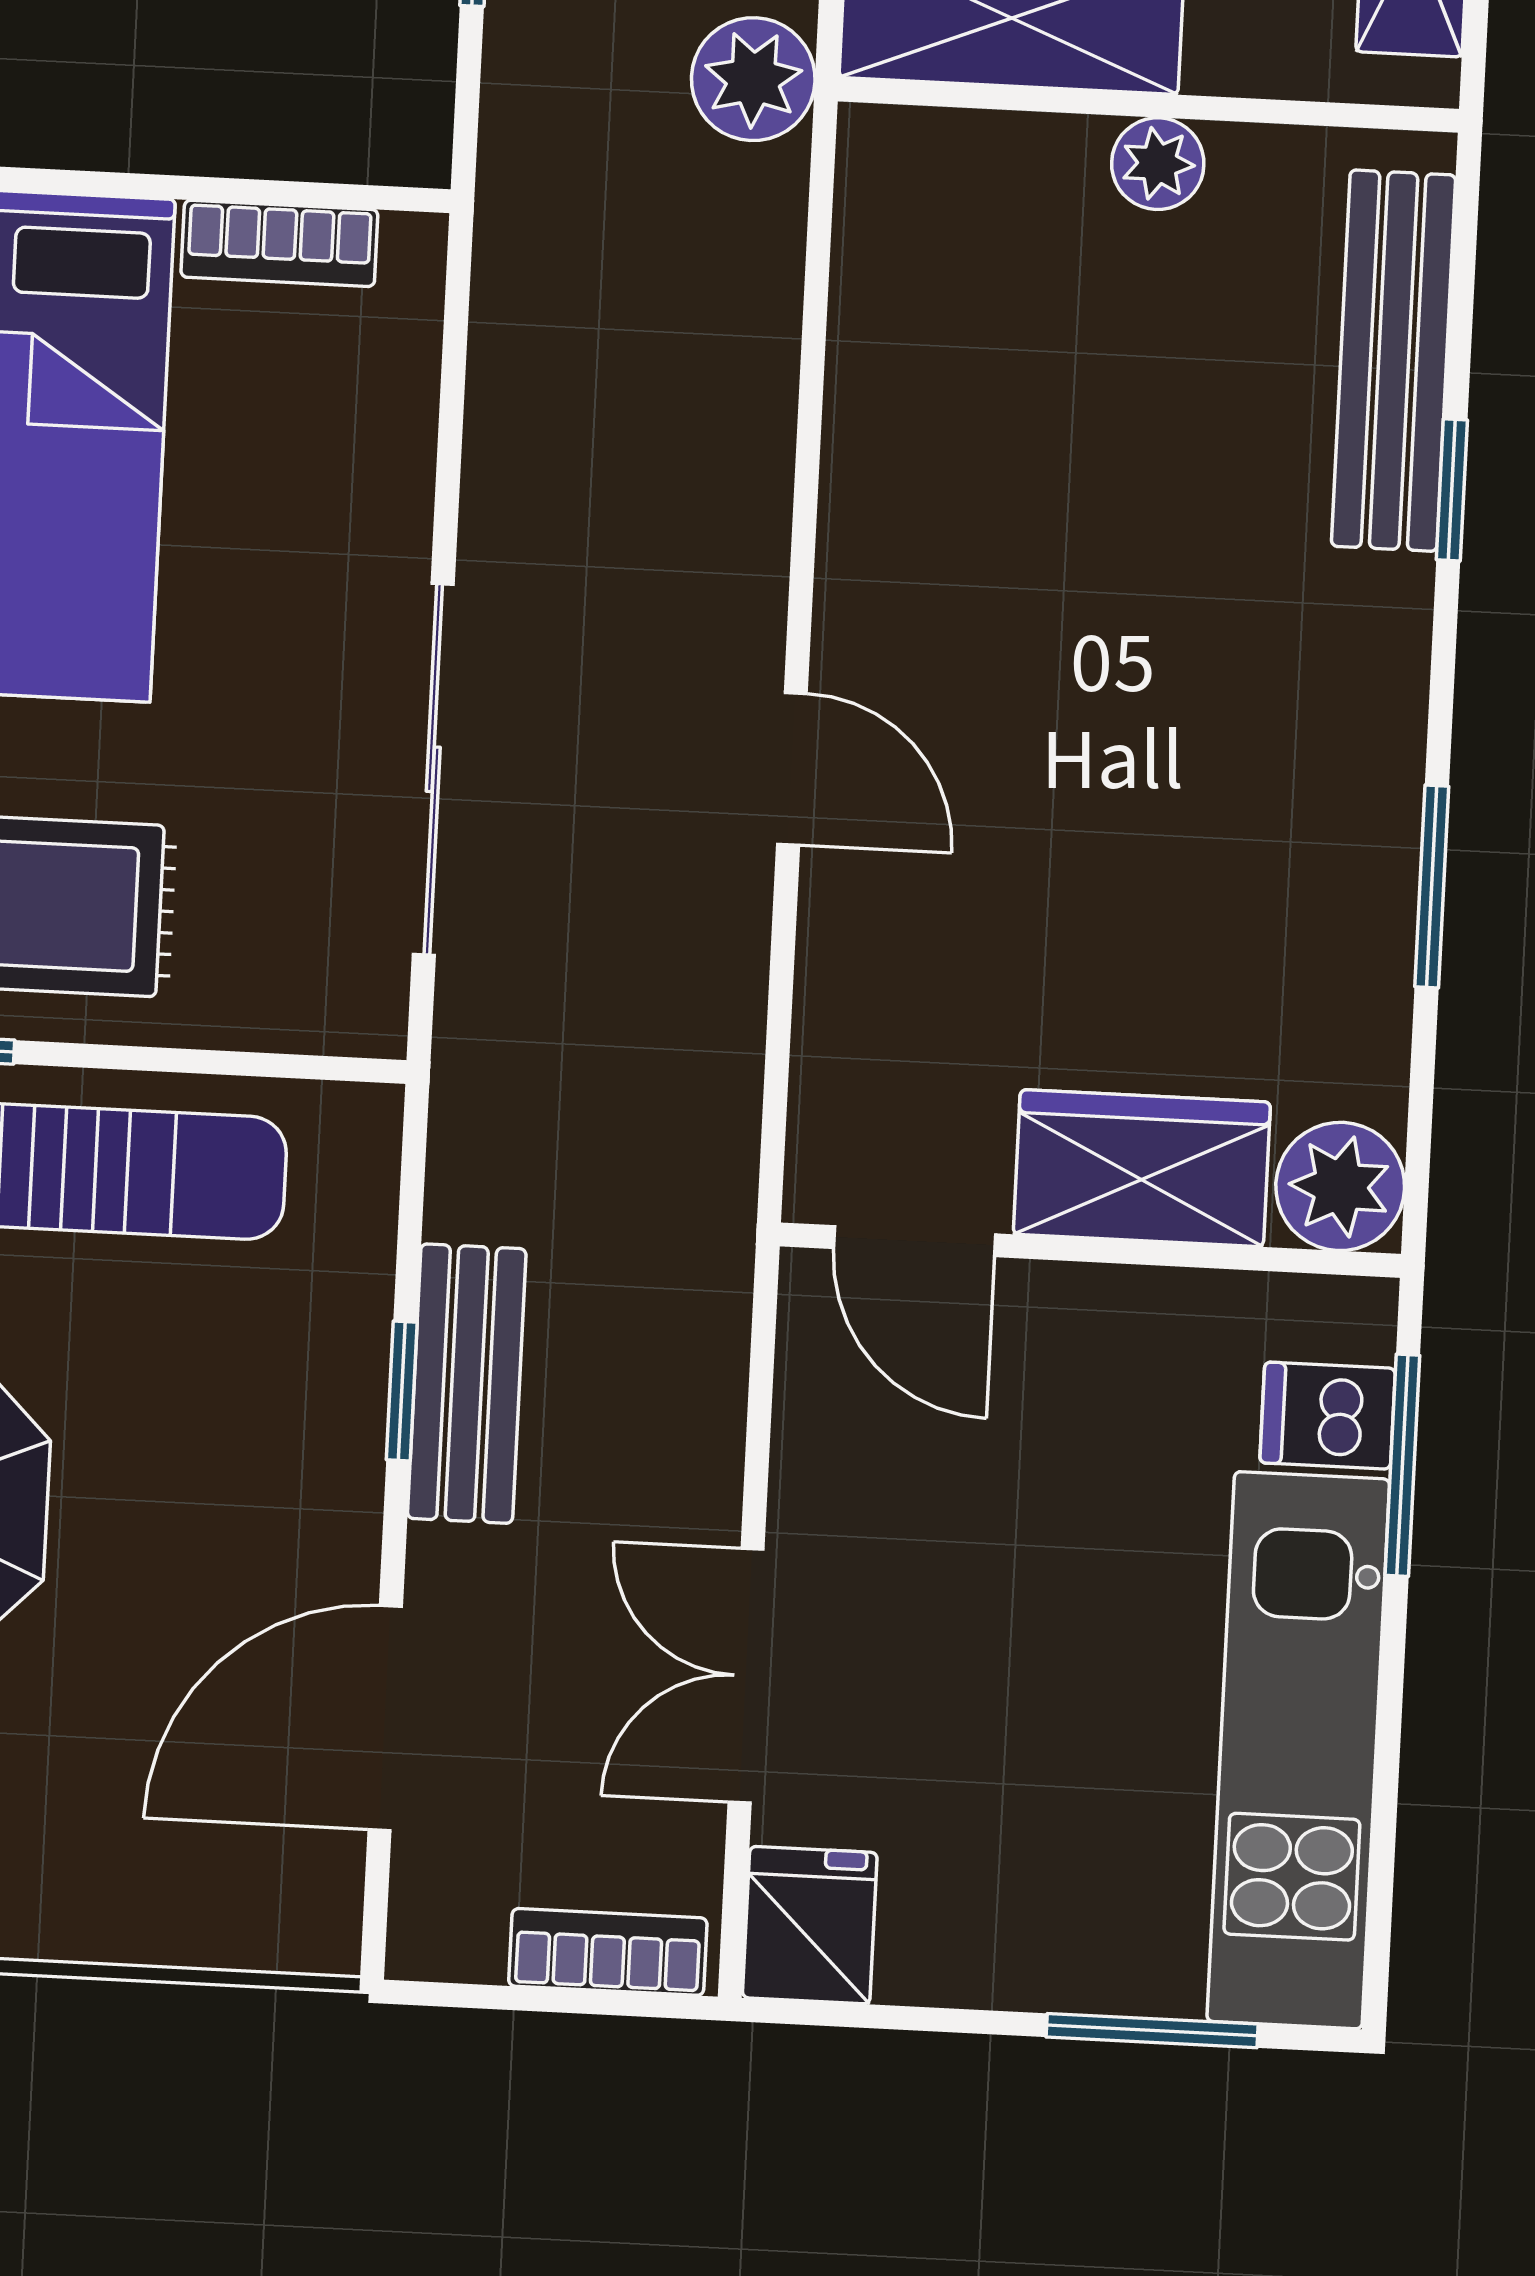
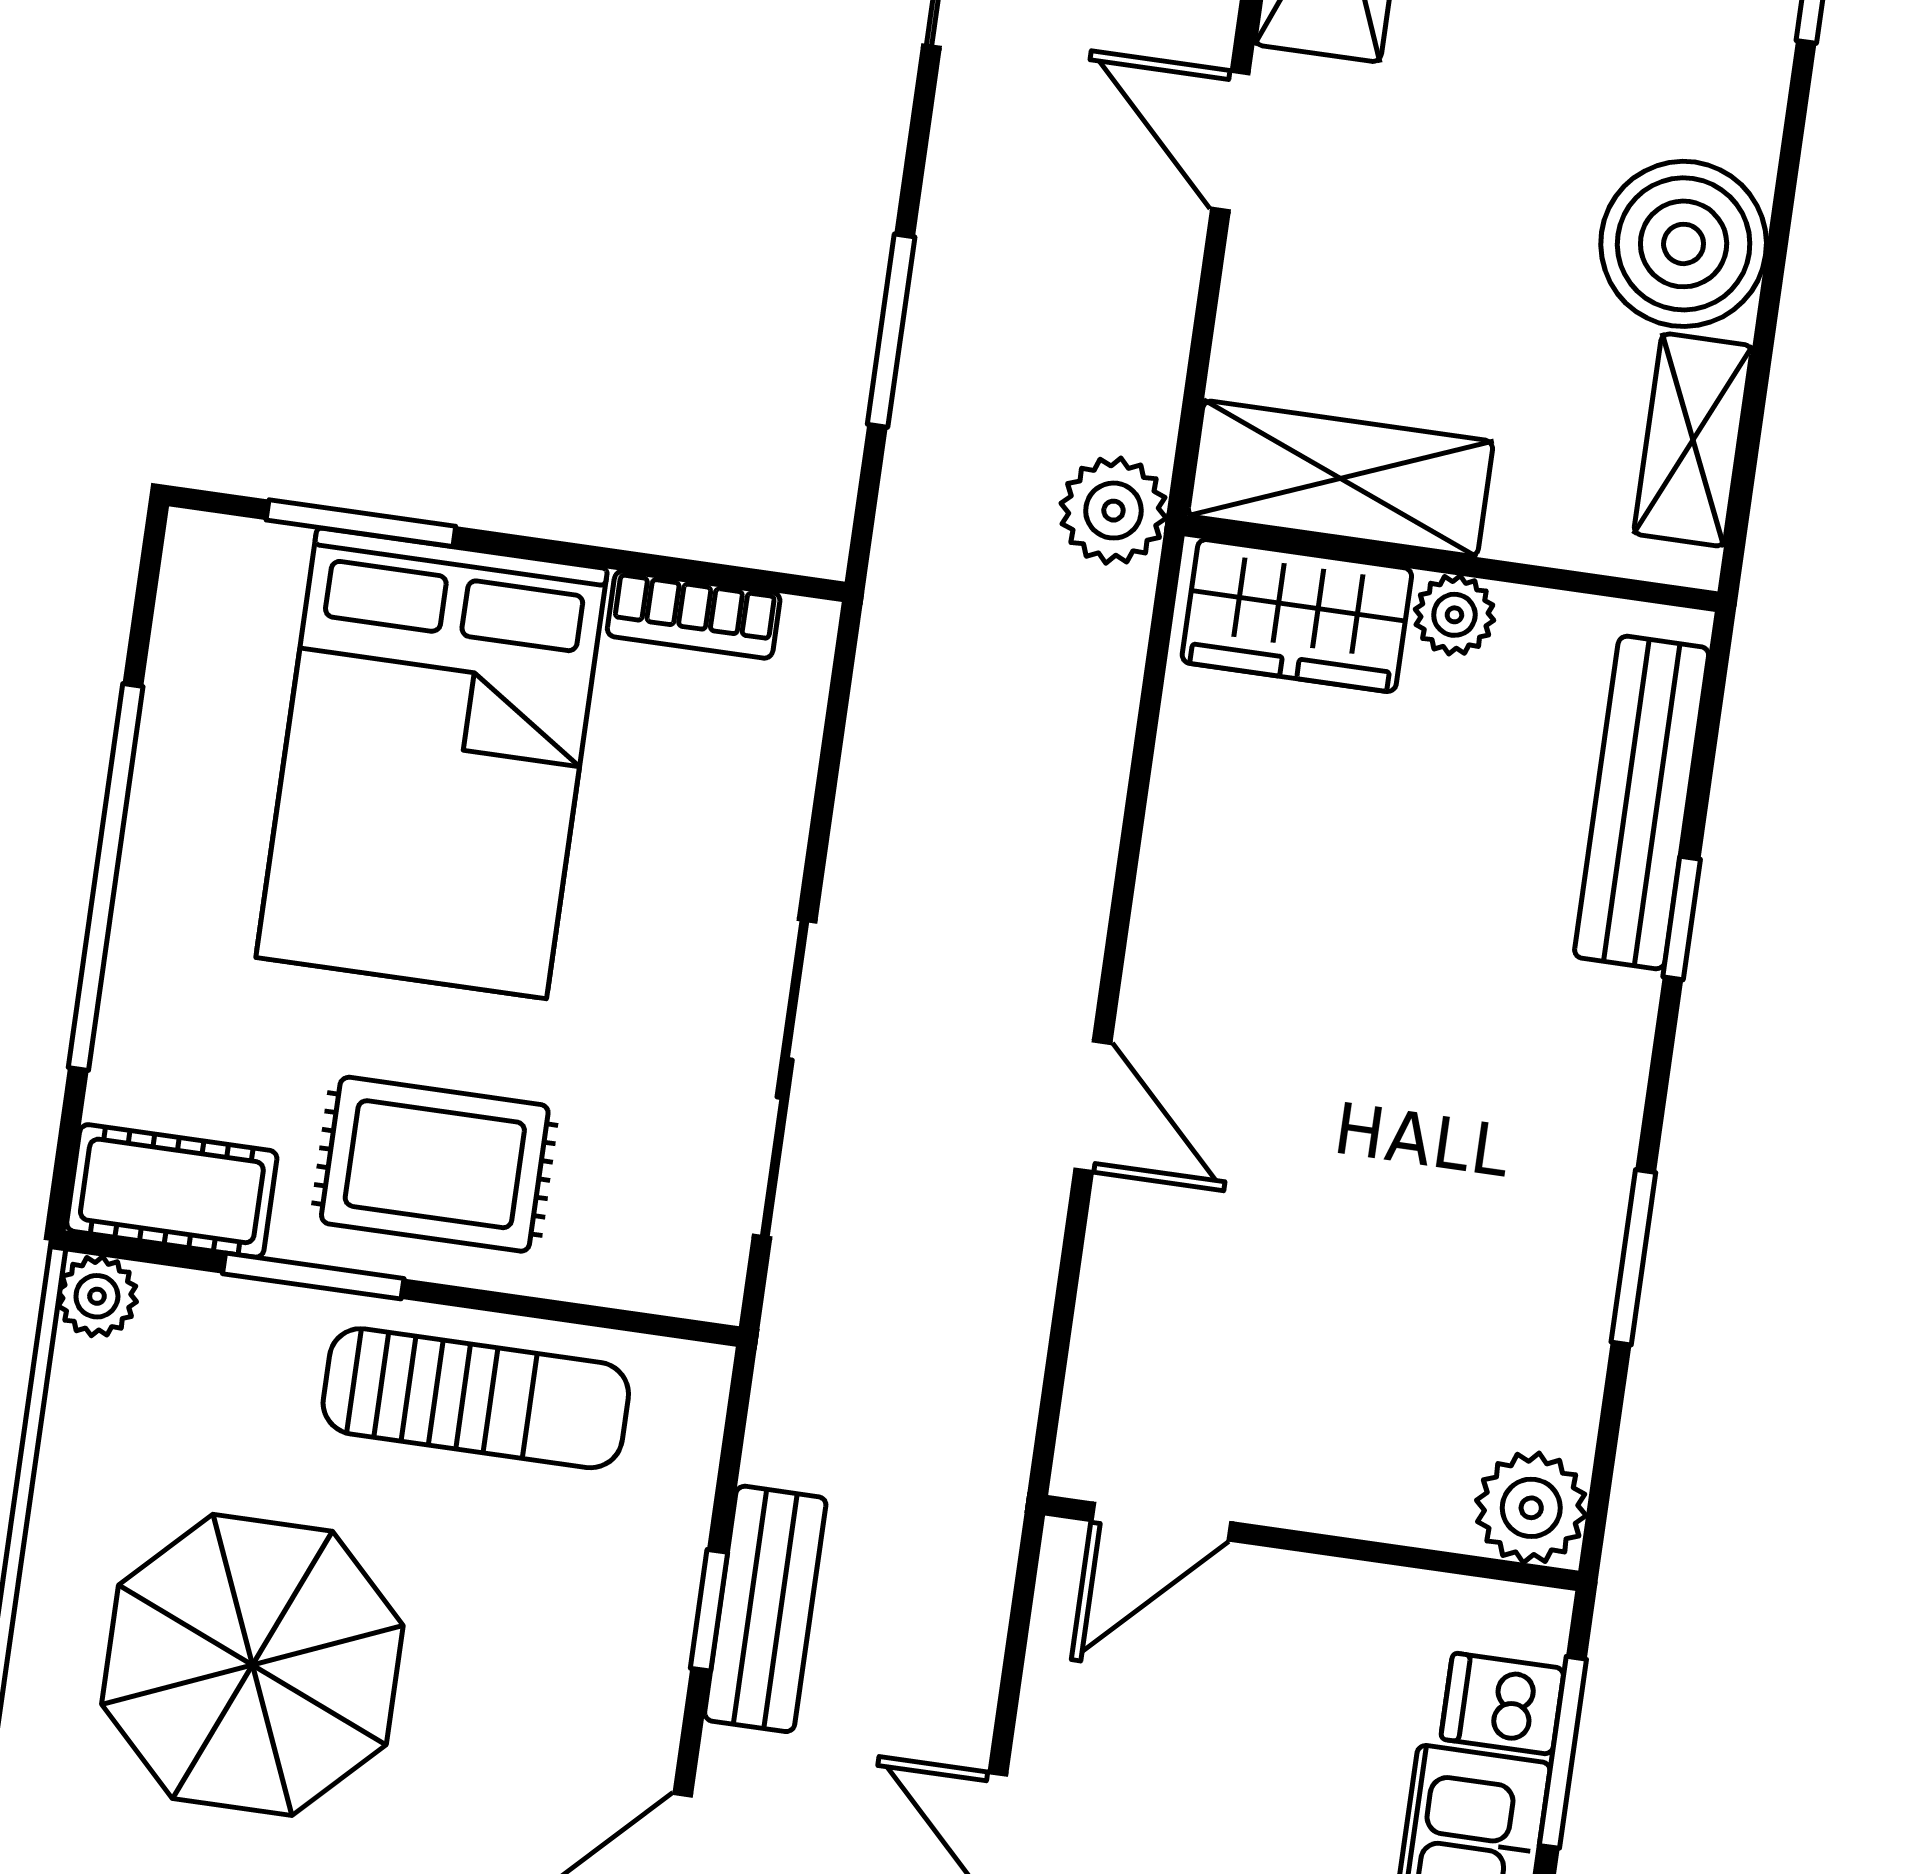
wardrobe: (1142, 1168) -> (1297, 616), moved, turned 180
door: (915, 1241) -> (1161, 1522), hinge flipped

